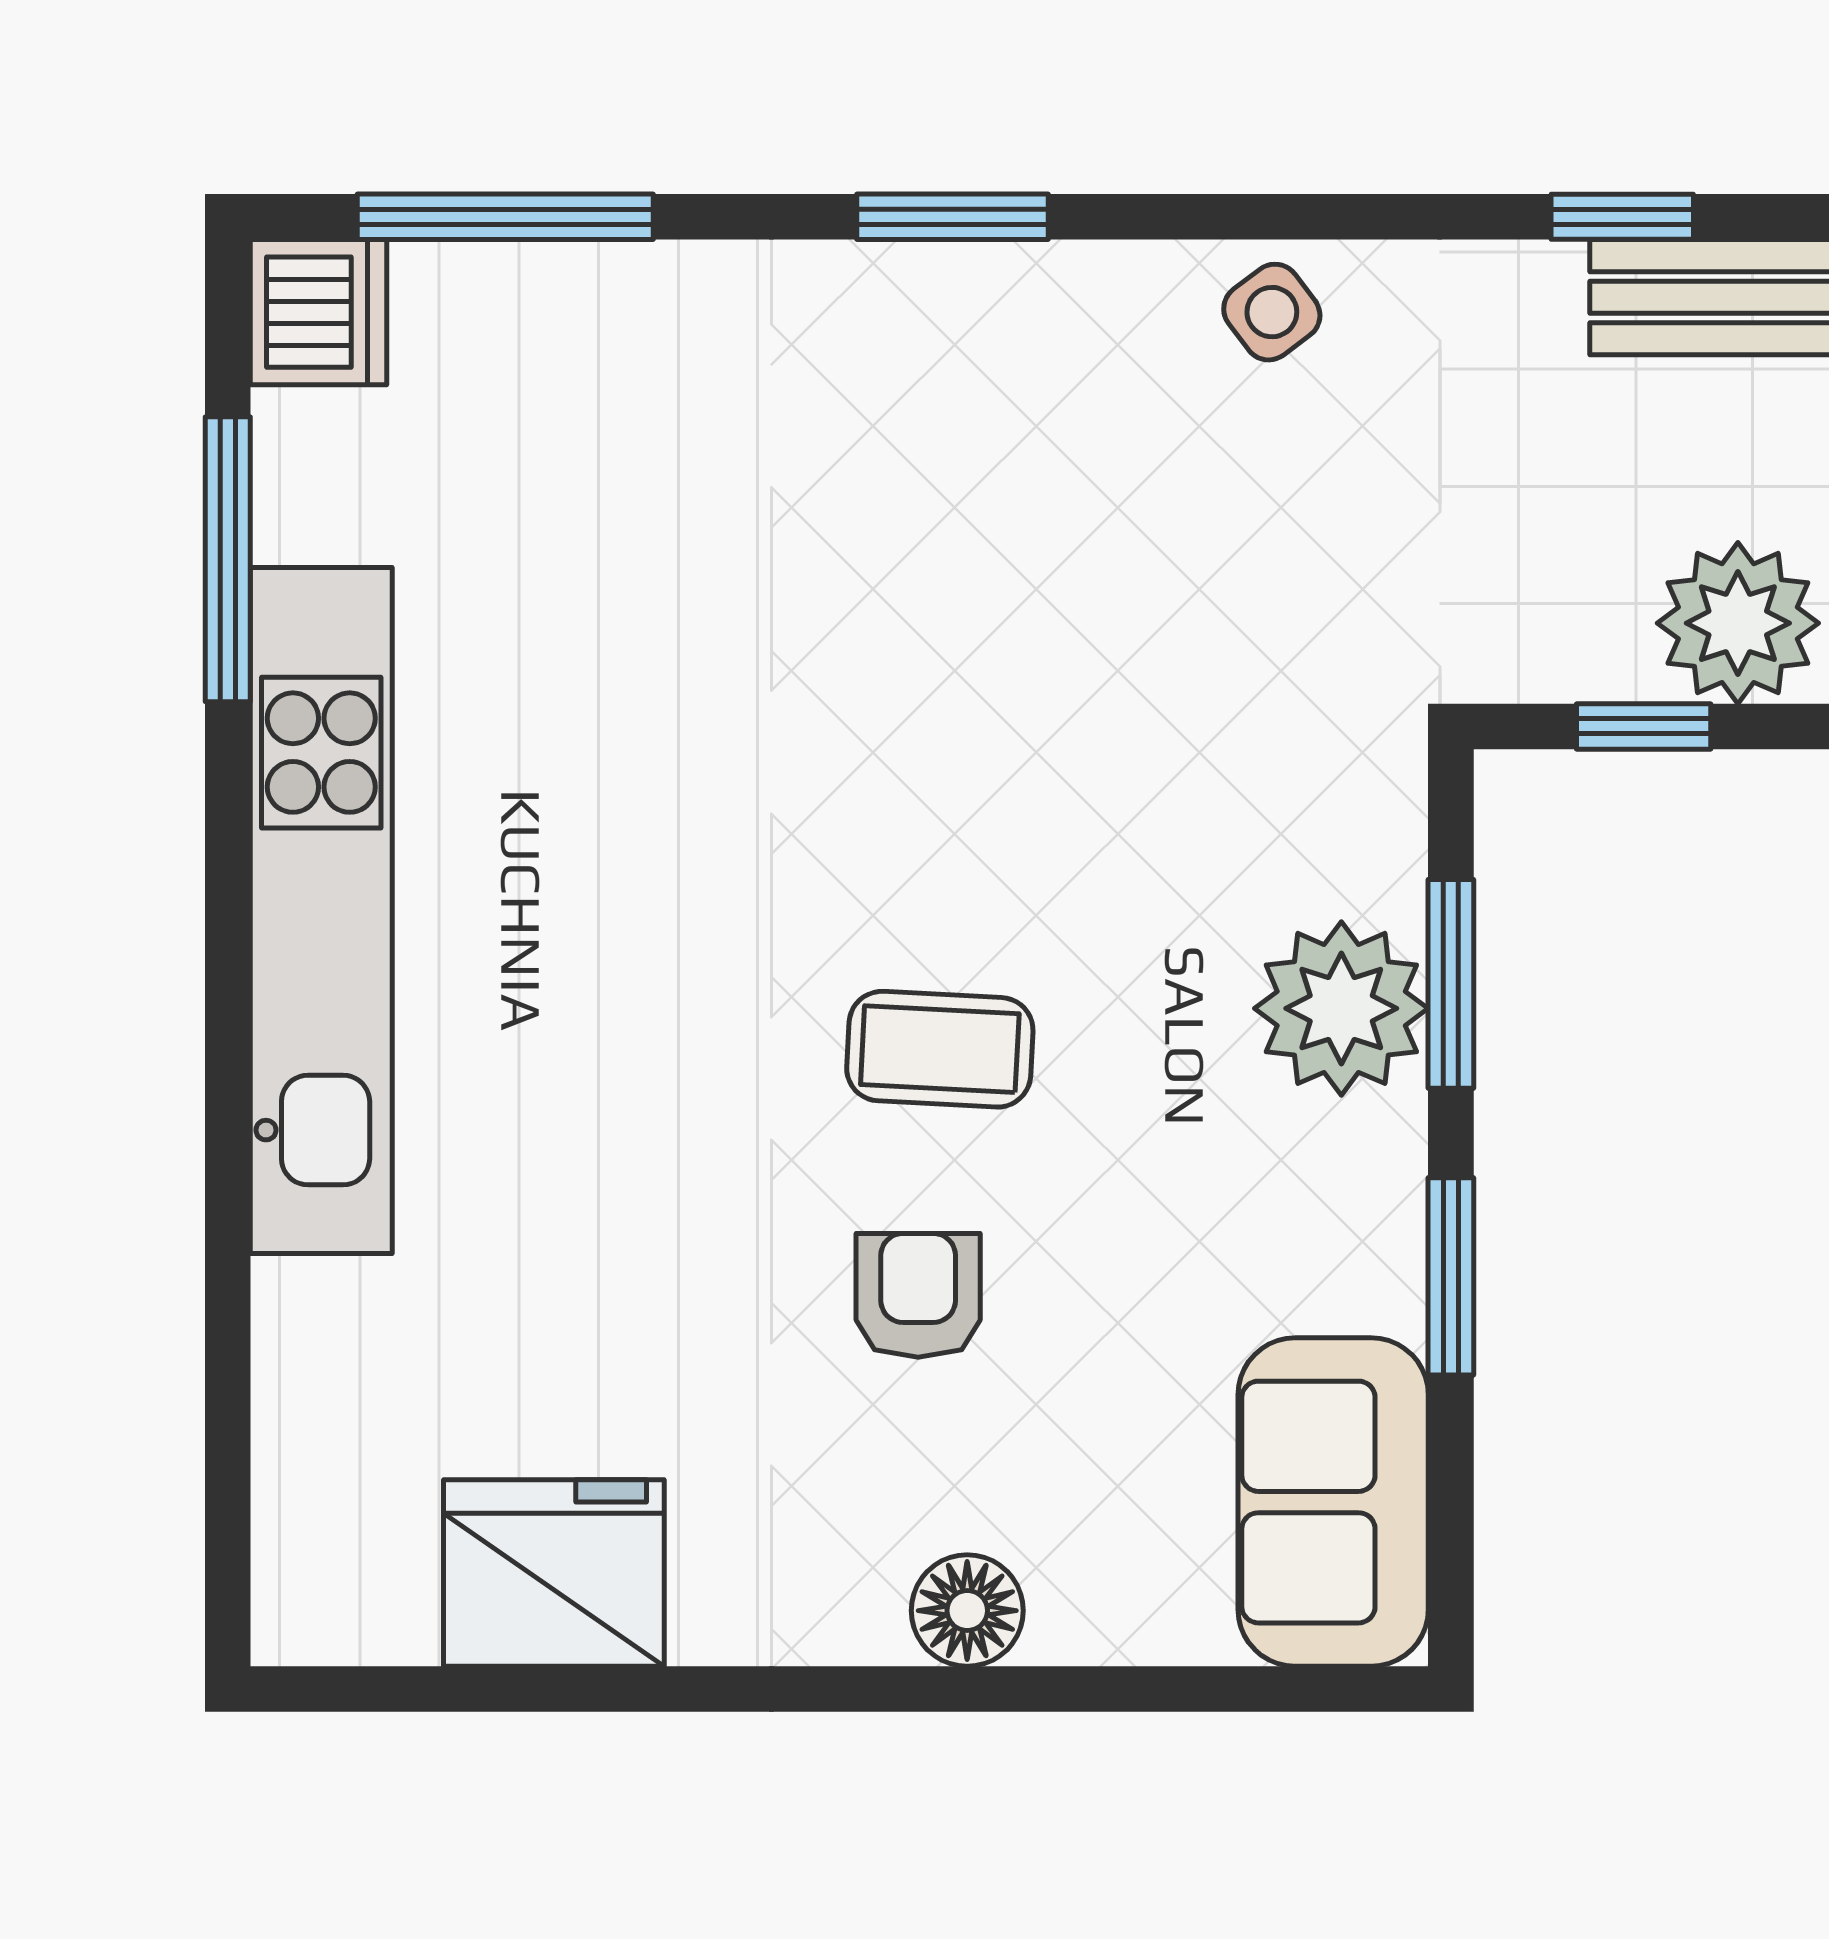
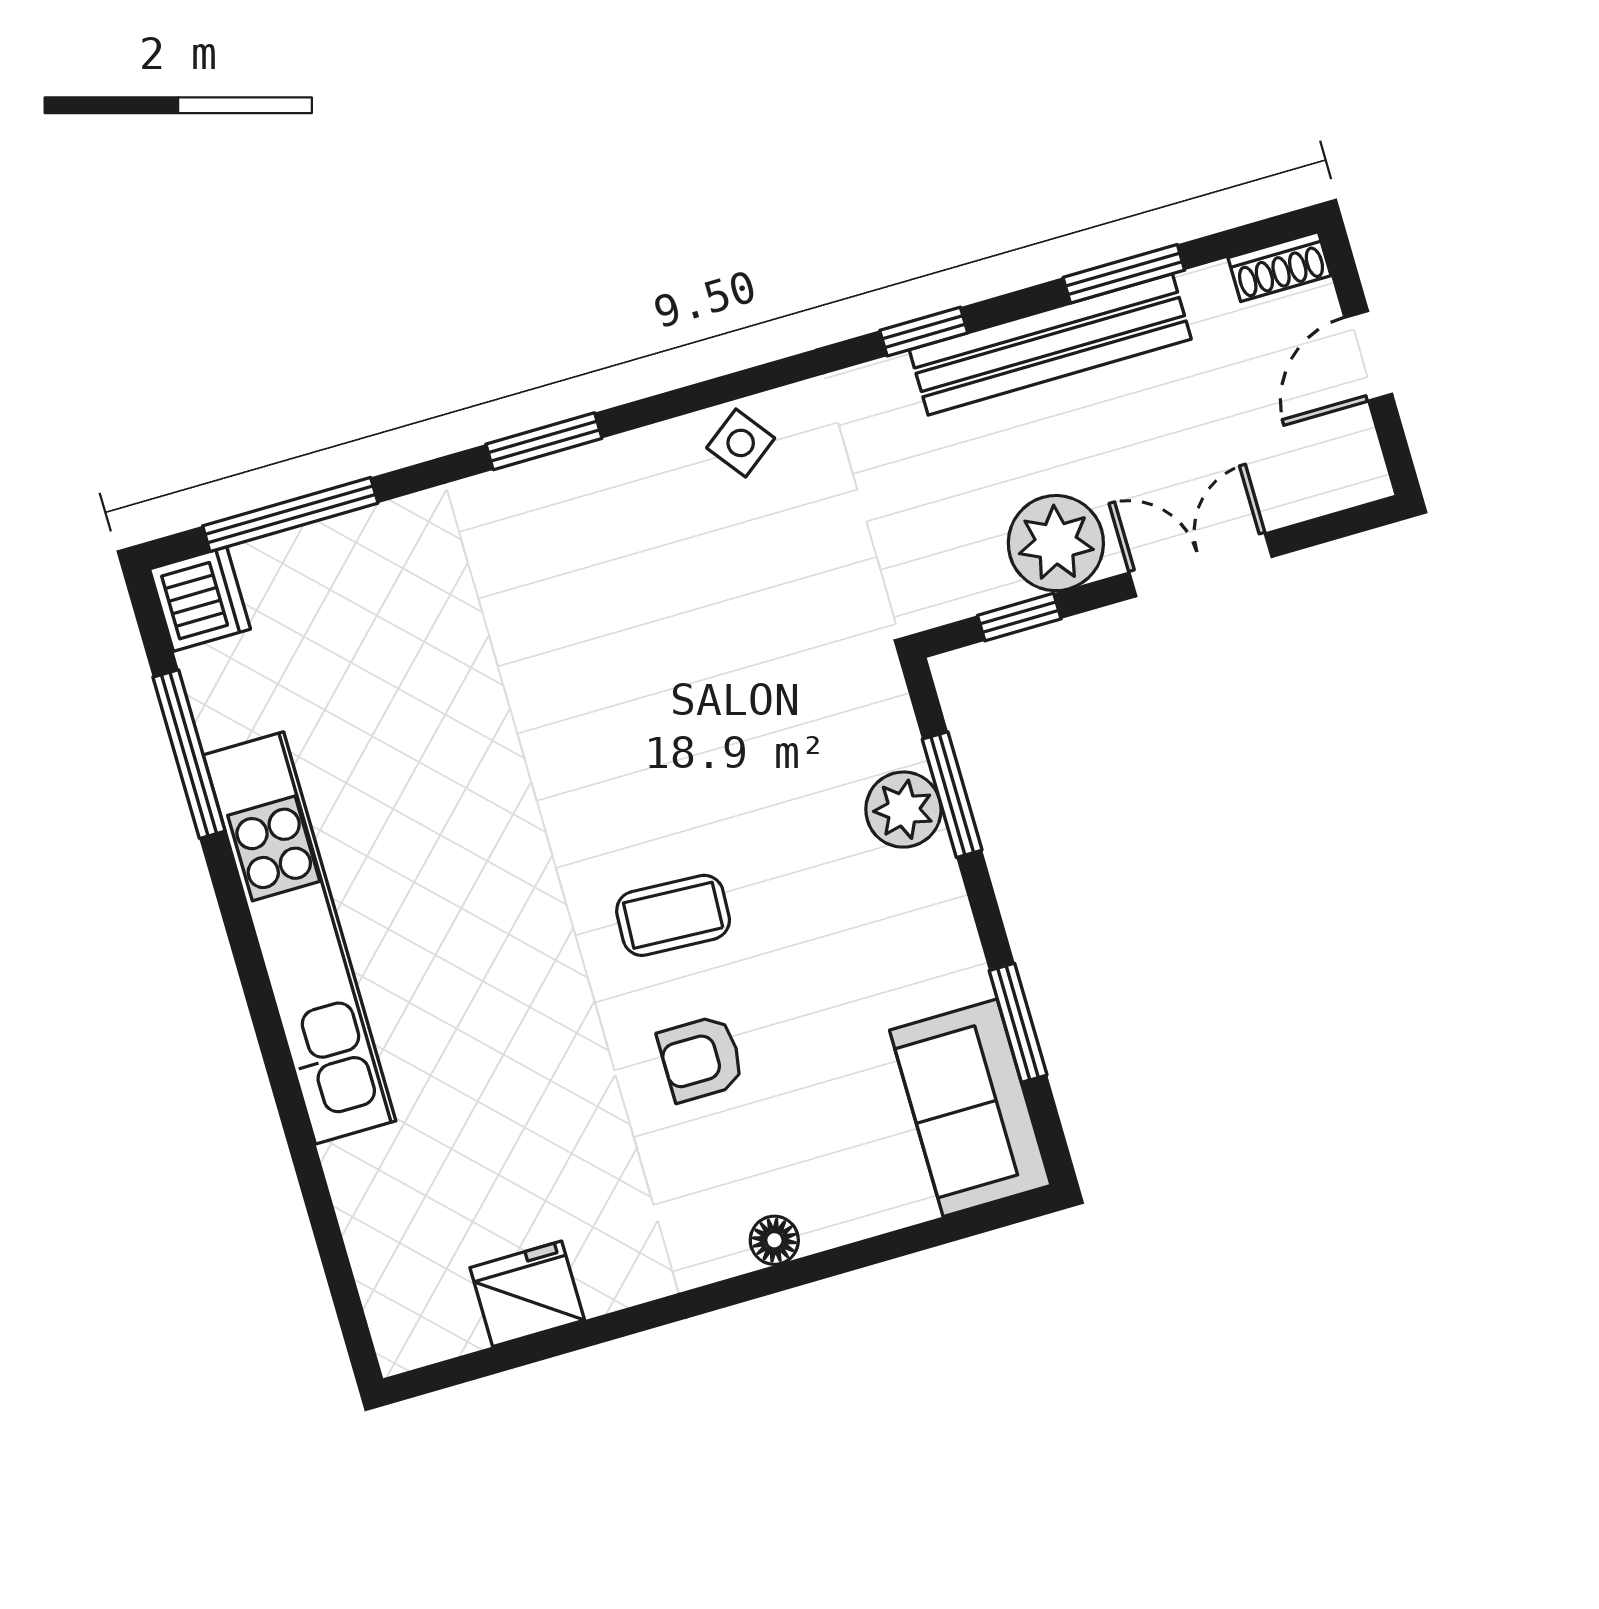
plant: (1341, 1008) -> (903, 810), width x0.73, depth x0.73
window: (1451, 1276) -> (1018, 1023), moved
armchair: (918, 1295) -> (701, 1058), turned -90
fridge: (554, 1573) -> (527, 1294), width x0.73, depth x0.75
floor lamp: (967, 1611) -> (774, 1240), width x0.73, depth x0.73

